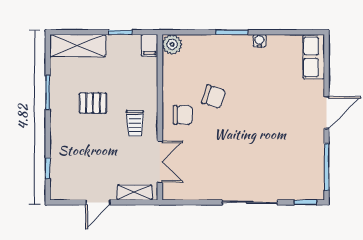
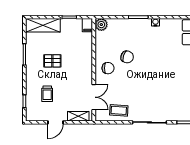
trolley: (135, 123) -> (47, 94), moved
coffee table: (200, 183) -> (119, 110), added

